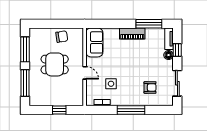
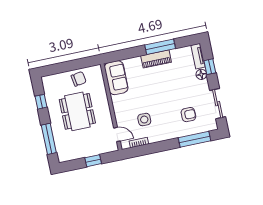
window: (149, 24) -> (160, 47), moved
window: (25, 49) -> (41, 102), width x0.46
dining table: (55, 64) -> (77, 111), width x1.38
door: (85, 73) -> (117, 134), moved
window: (131, 110) -> (195, 139), moved

